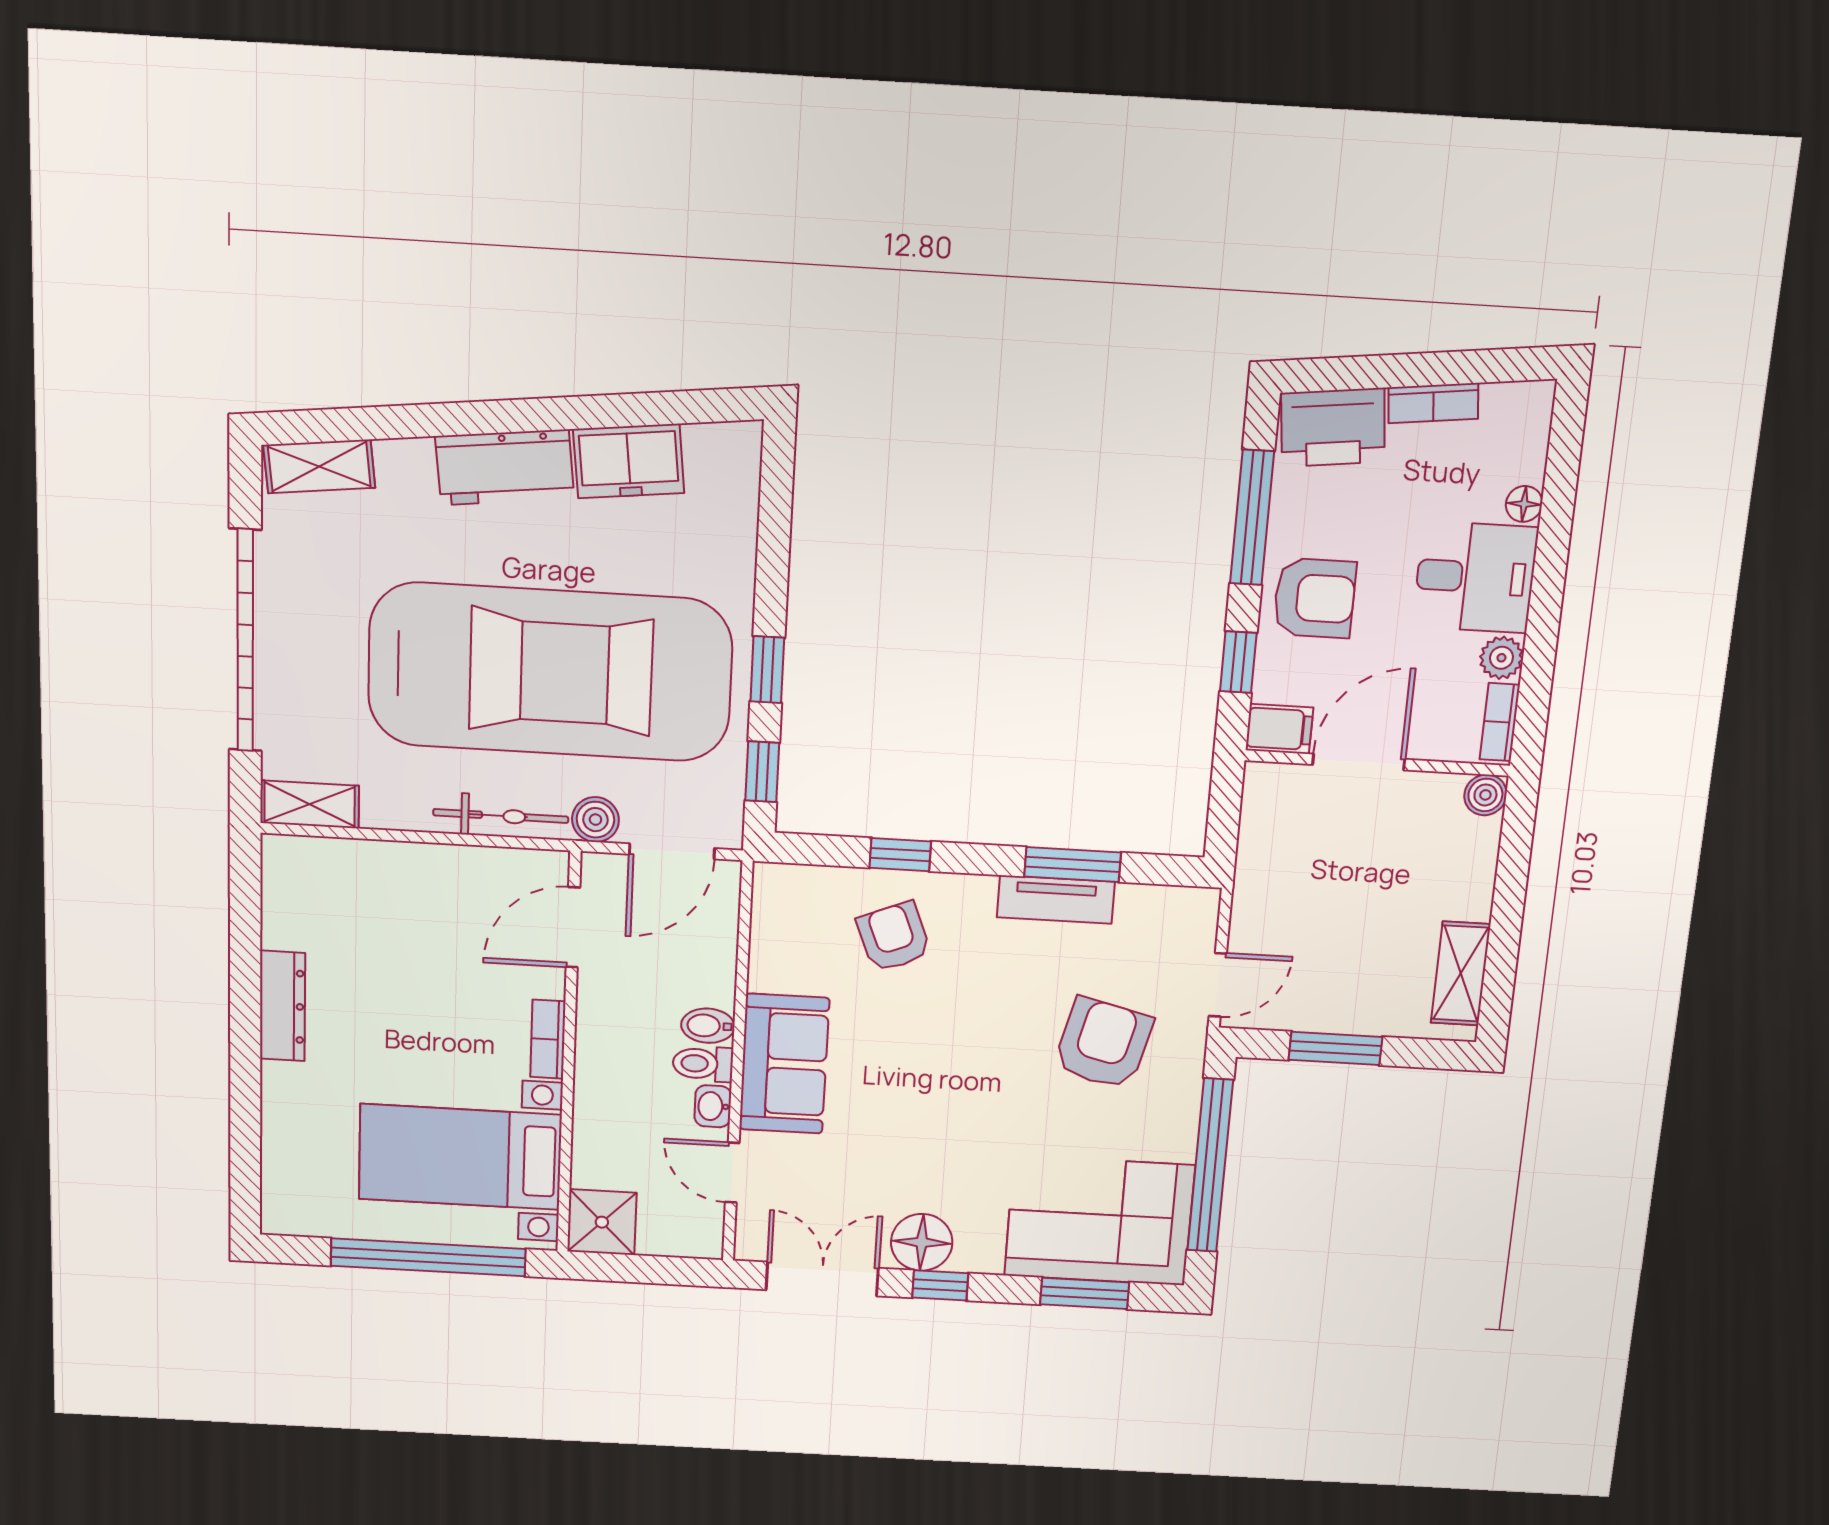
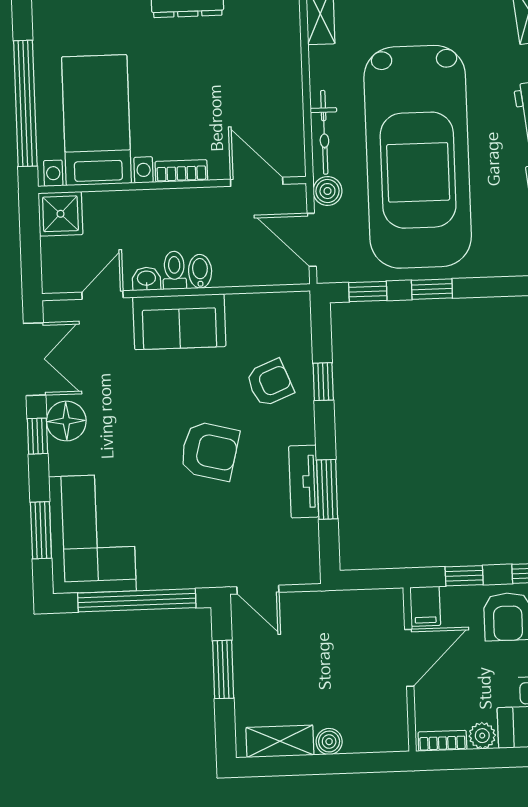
door: (1359, 762) -> (409, 658), hinge flipped
boiler: (1485, 795) -> (329, 742), moved
armchair: (1103, 1043) -> (209, 451), moved

